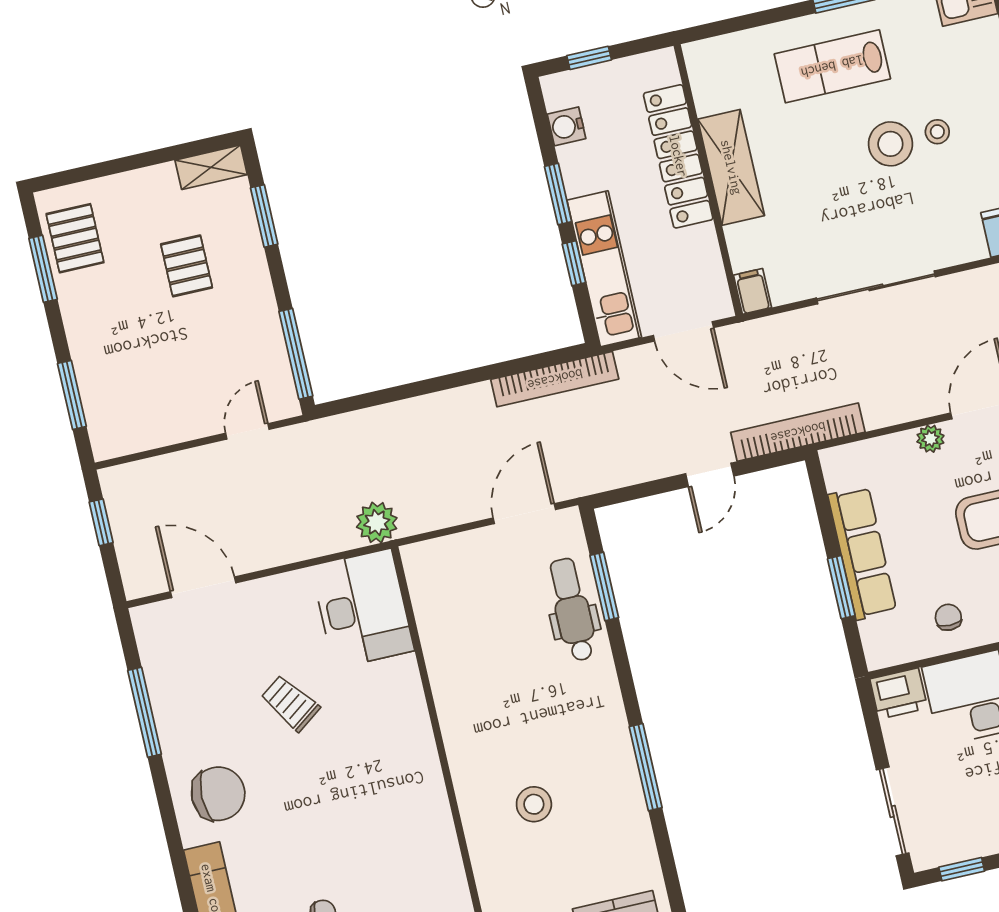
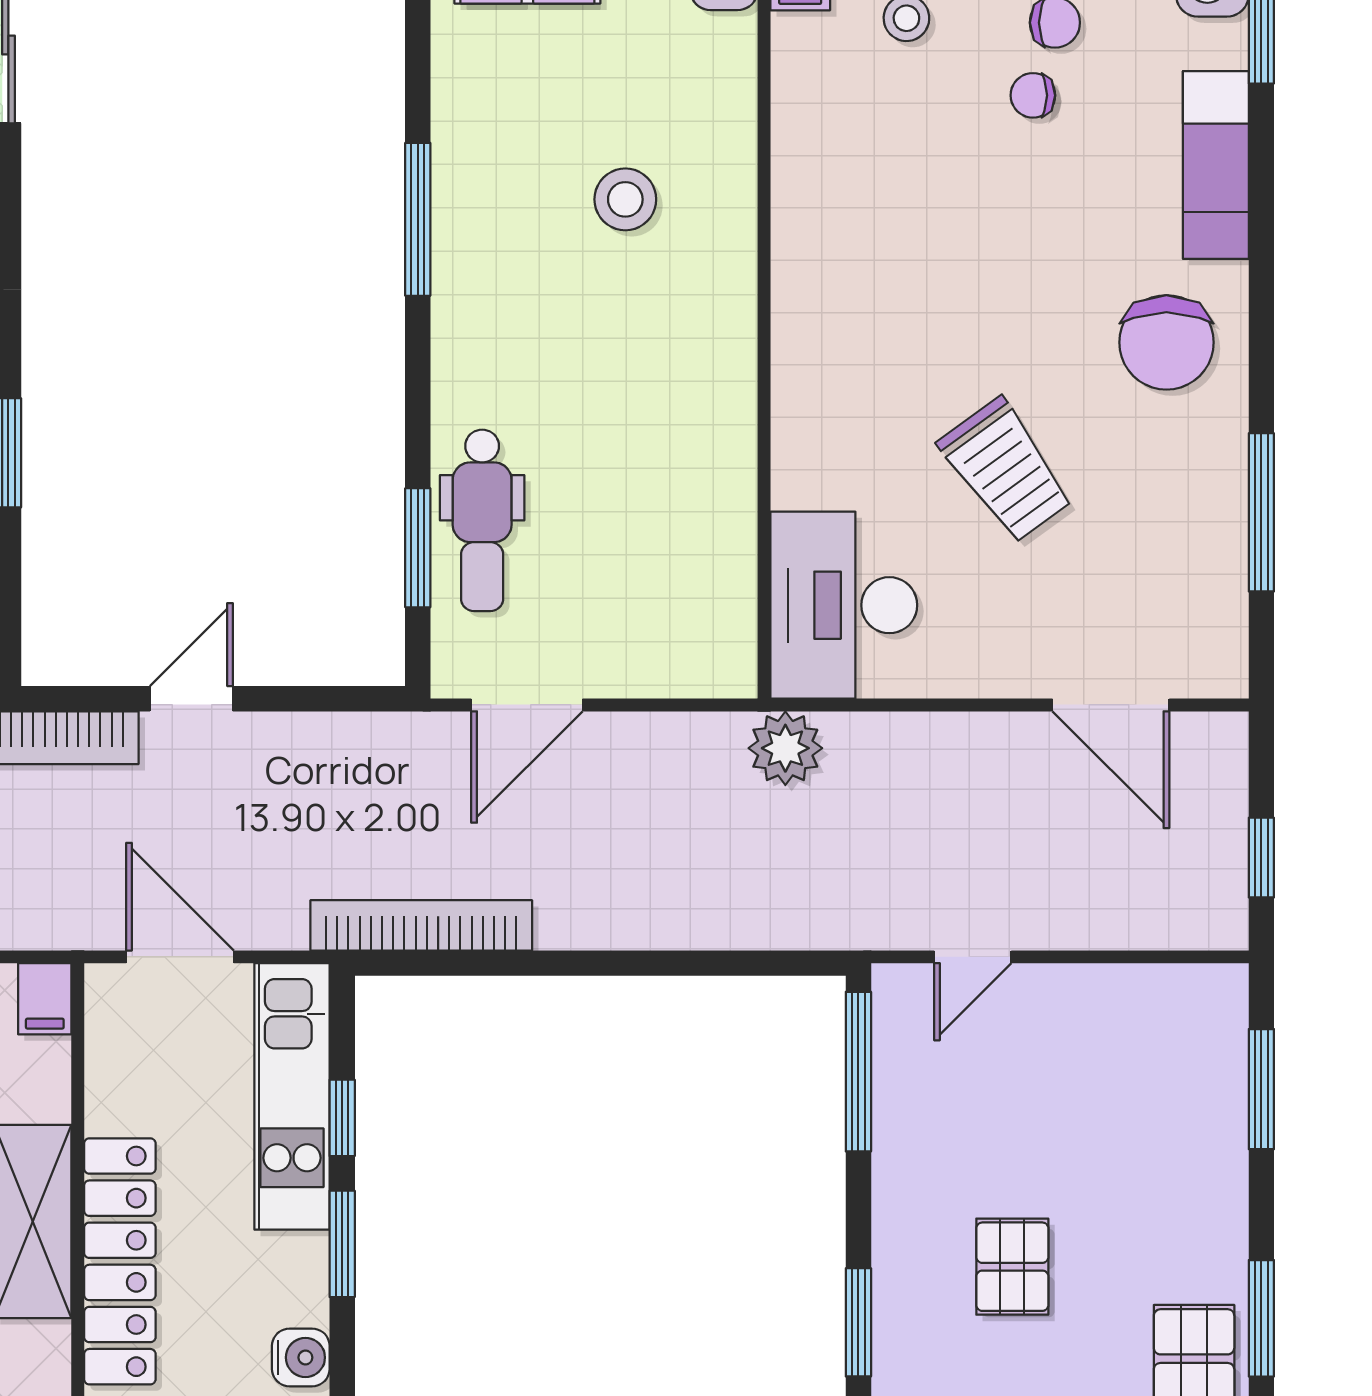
trolley: (290, 703) -> (1006, 470), width x1.36, depth x1.39
chair: (218, 794) -> (1166, 342), turned -90

